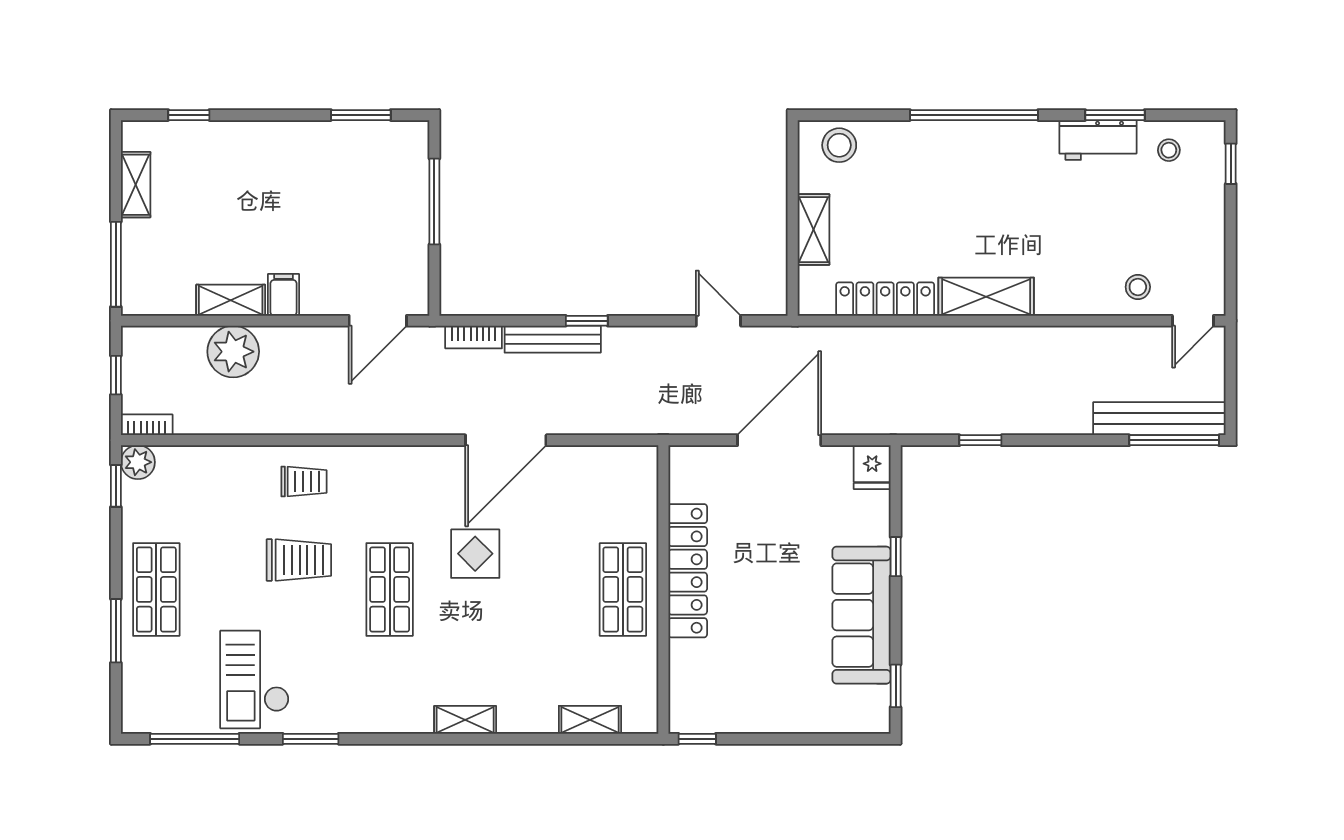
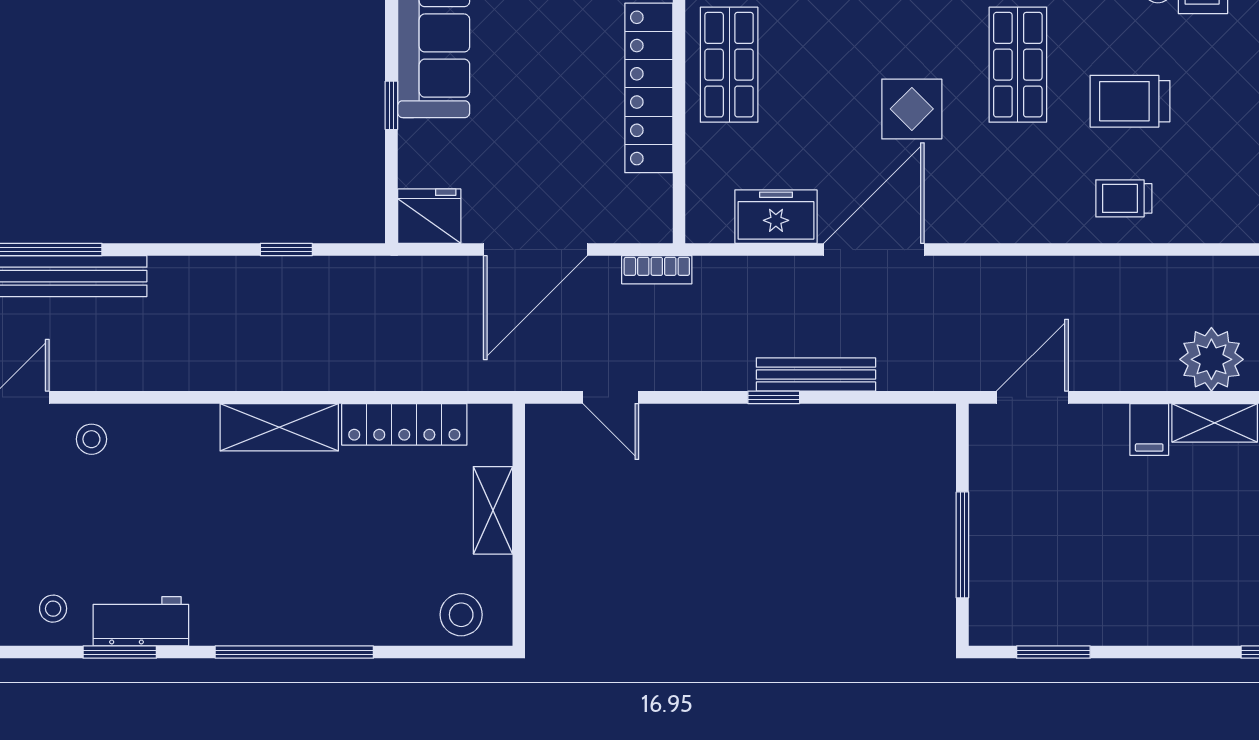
bookcase: (474, 337) -> (657, 270), moved, turned 180
freezer: (585, 467) -> (776, 217), added
fridge: (872, 467) -> (429, 216), width x1.38

